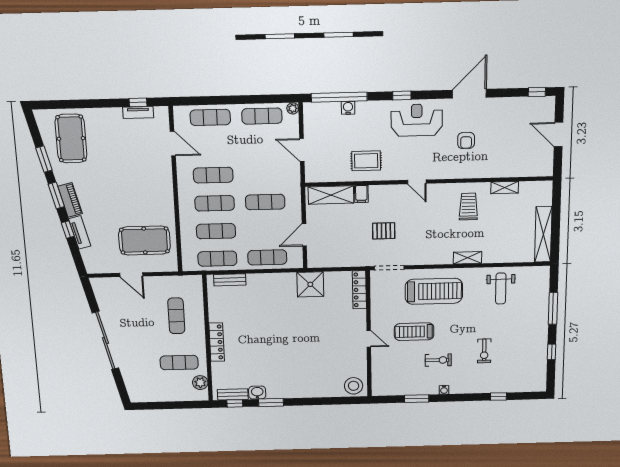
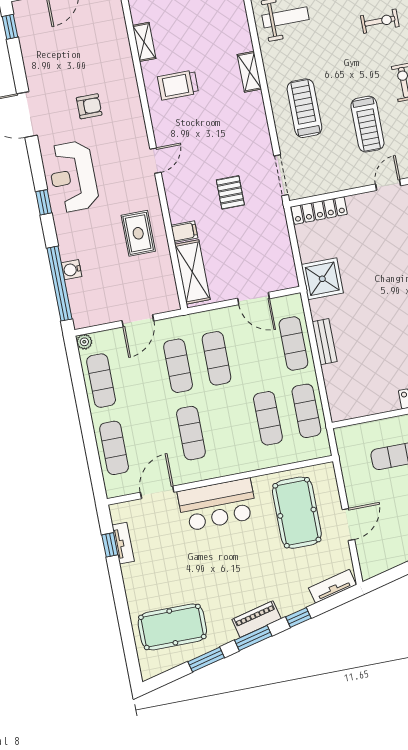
bar counter: (158, 185) -> (217, 505), added
exercise mat: (215, 203) -> (178, 366), moved
tv unit: (80, 232) -> (332, 586), moved
bench: (230, 280) -> (325, 342), moved
treadmill: (434, 291) -> (304, 108), width x0.73, depth x0.73

